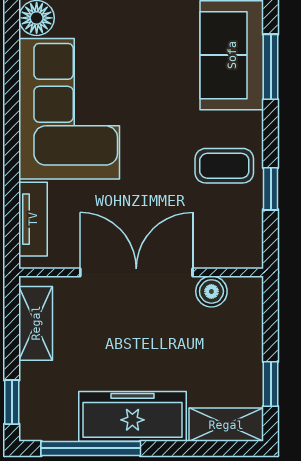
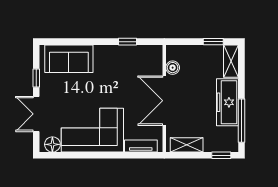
window: (271, 67) -> (74, 42), removed
coffee table: (224, 166) -> (117, 62), removed

